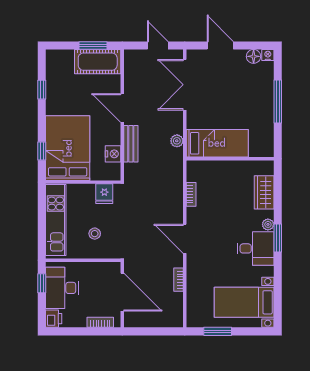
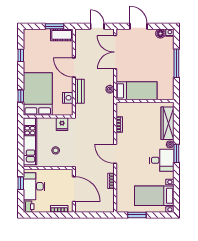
cot: (98, 62) -> (62, 35), width x0.73, depth x0.75
wardrobe: (264, 192) -> (167, 123), width x1.50

